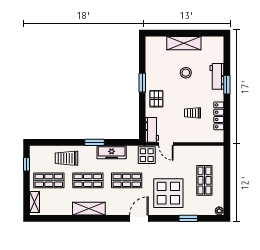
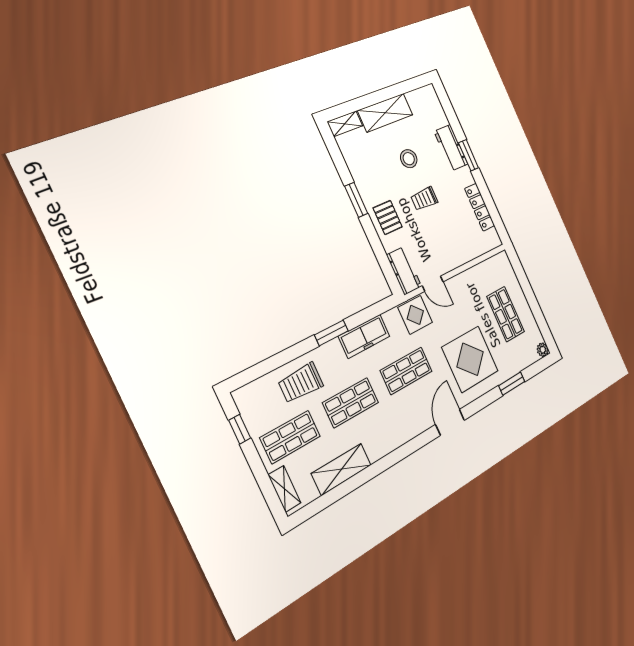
shelving: (156, 41) -> (345, 124), added
trolley: (192, 113) -> (424, 199), moved
shelving: (89, 209) -> (341, 469), moved

